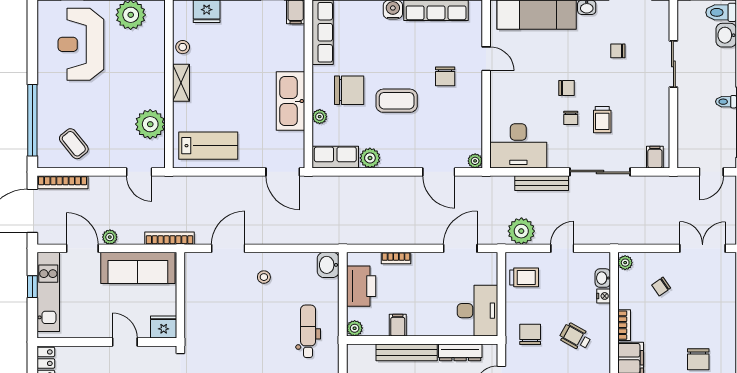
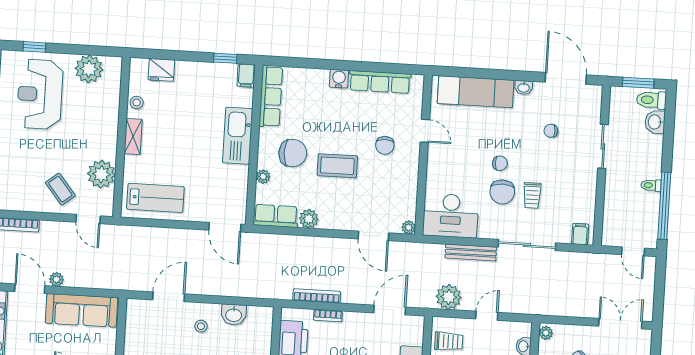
kitchen sink: (290, 101) -> (238, 136), moved
chair: (571, 118) -> (502, 192), width x1.87, depth x1.87
coffee table: (74, 144) -> (60, 189), moved
door: (711, 172) -> (633, 251), hinge flipped
bookcase: (170, 238) -> (317, 296), moved
washbasin: (328, 265) -> (234, 315), moved, turned -90

